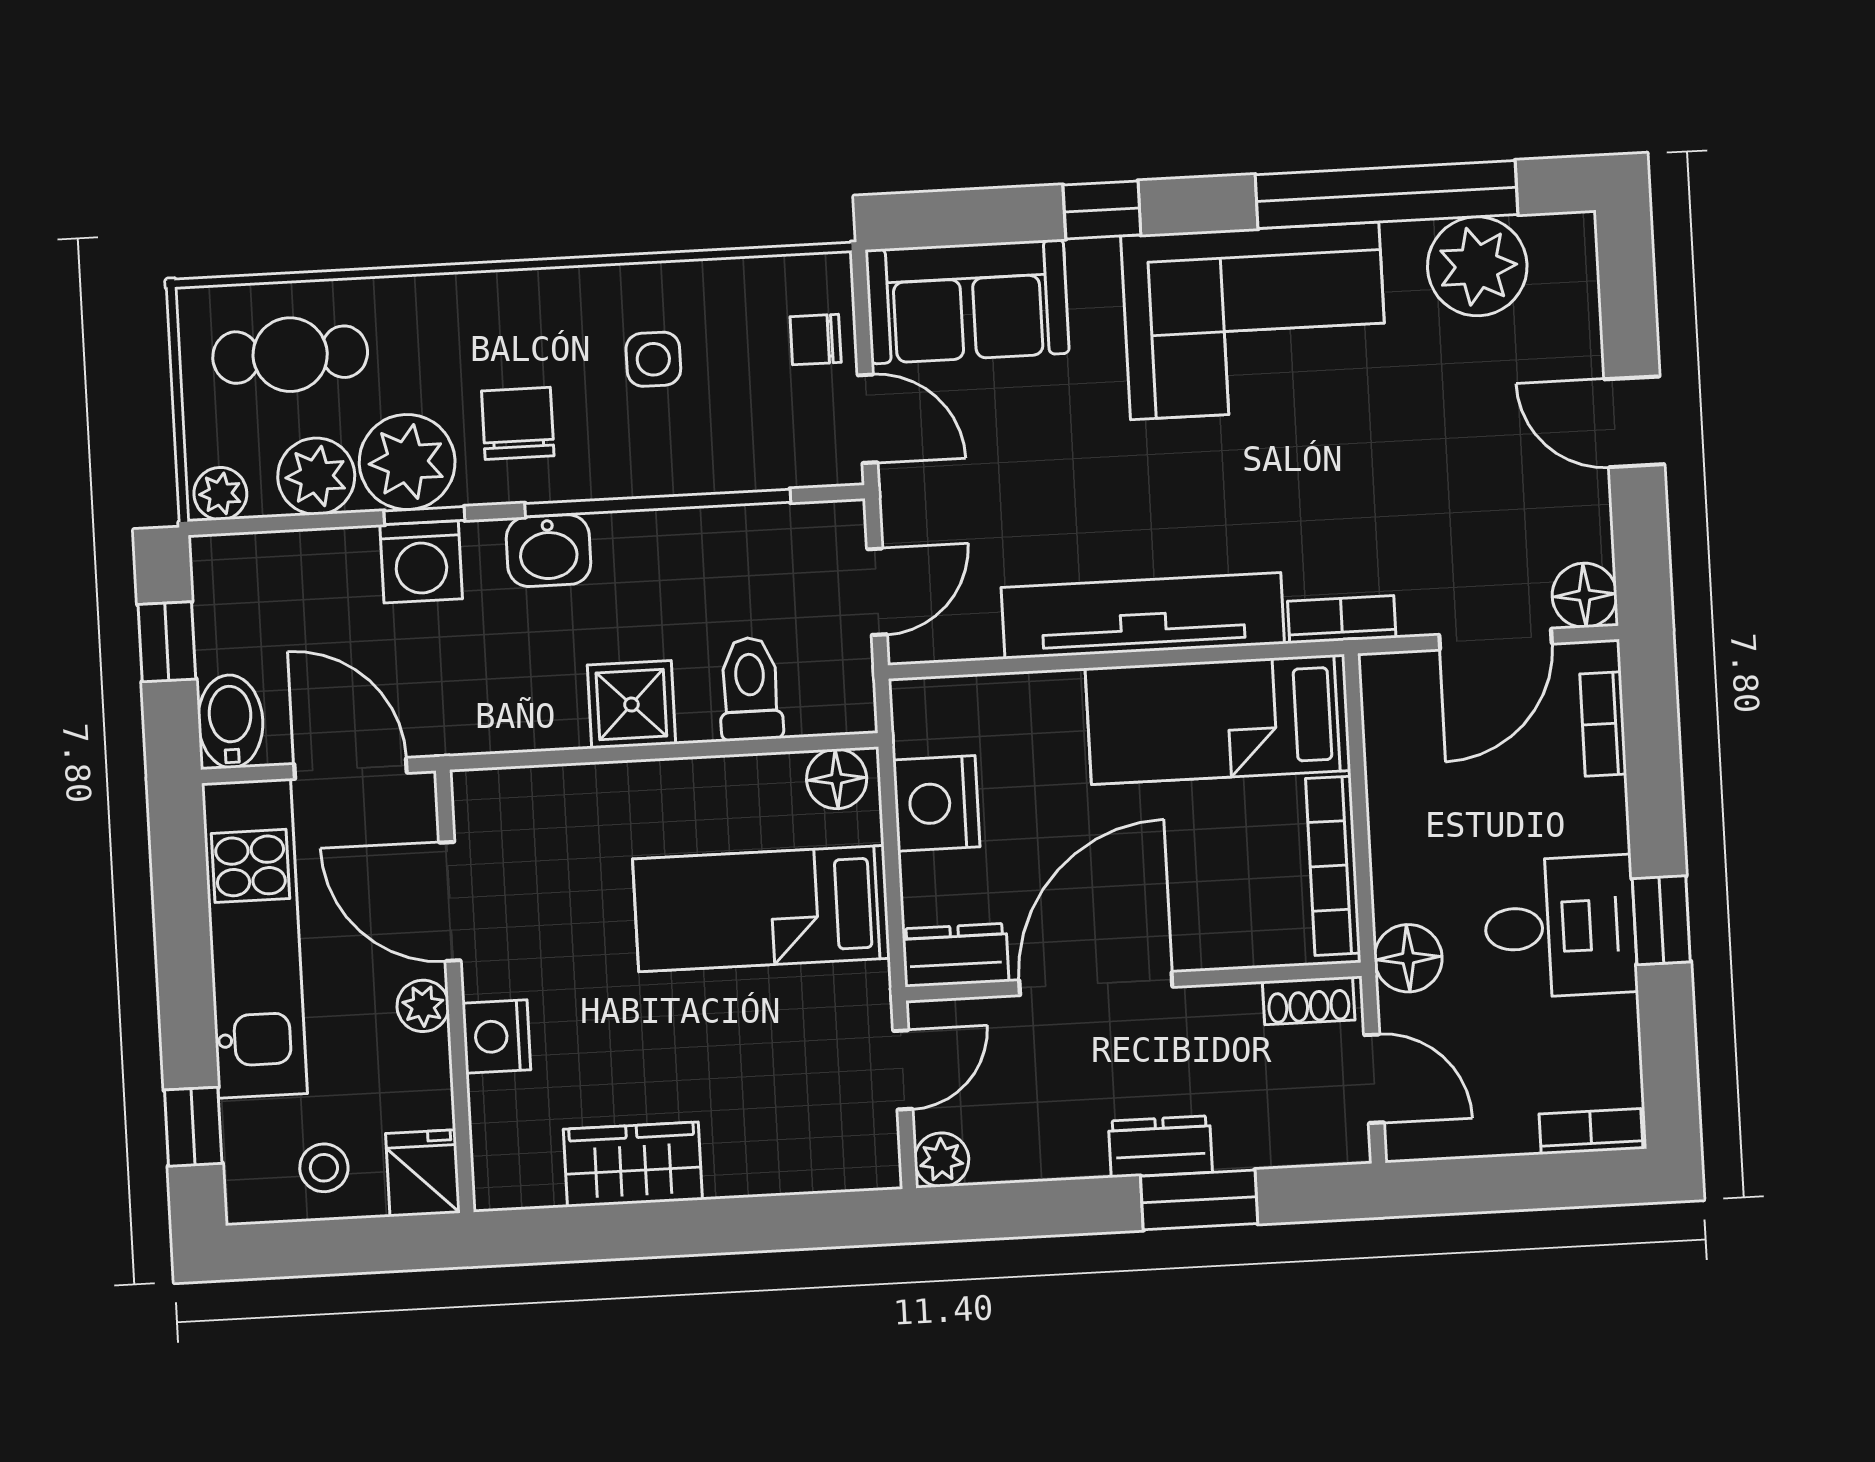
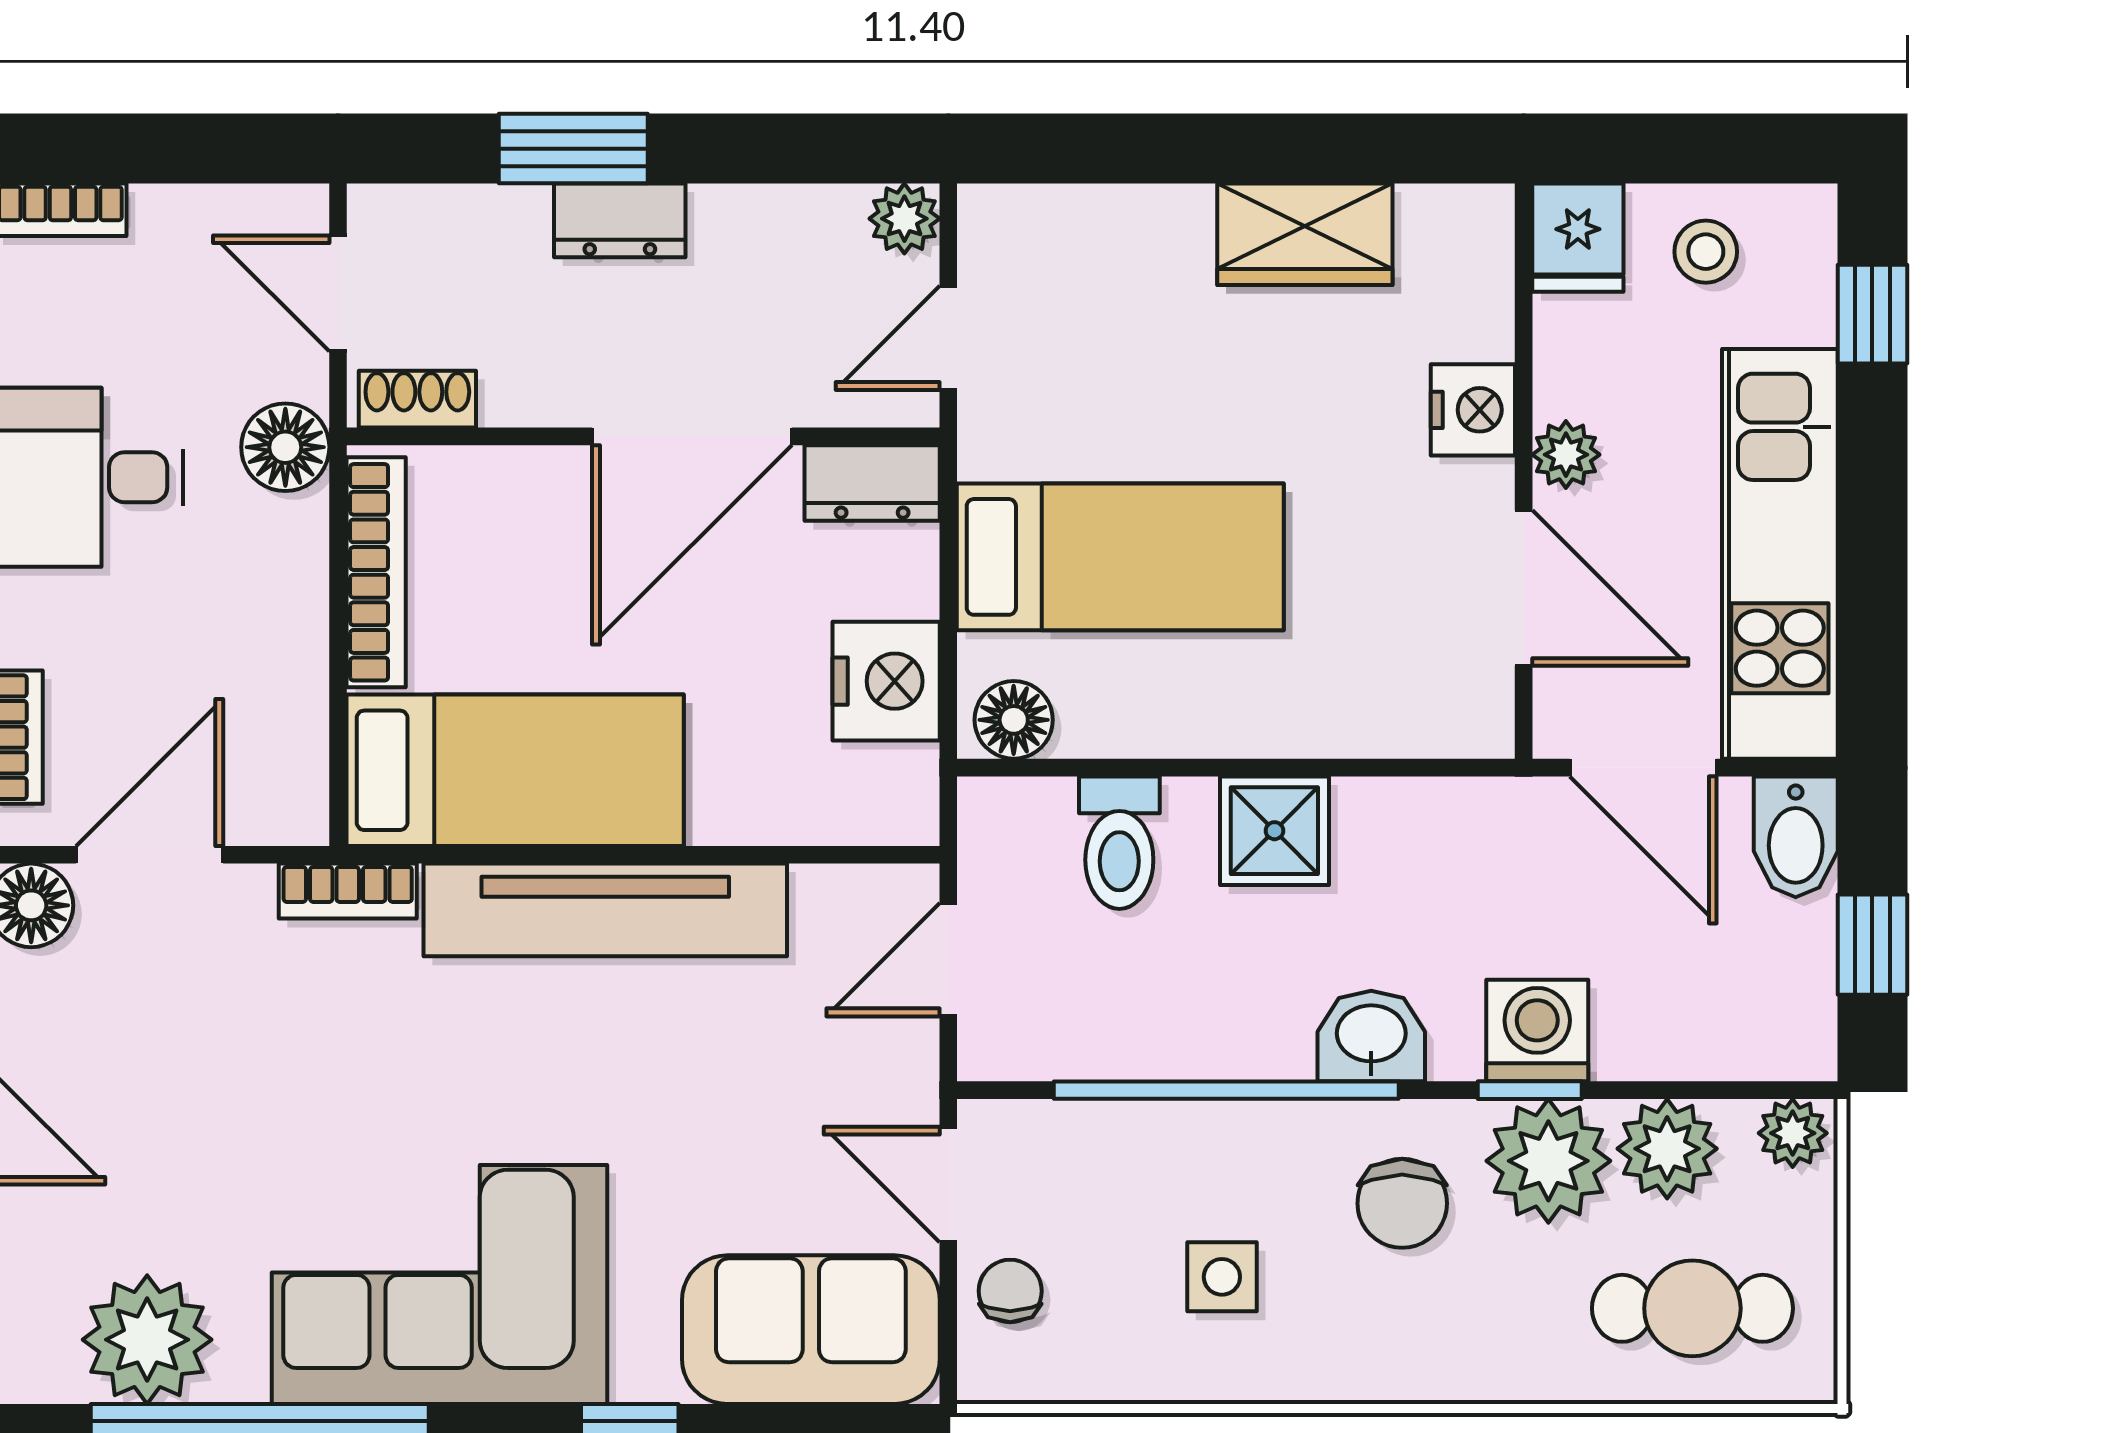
chair: (816, 340) -> (1010, 1291), turned -90

